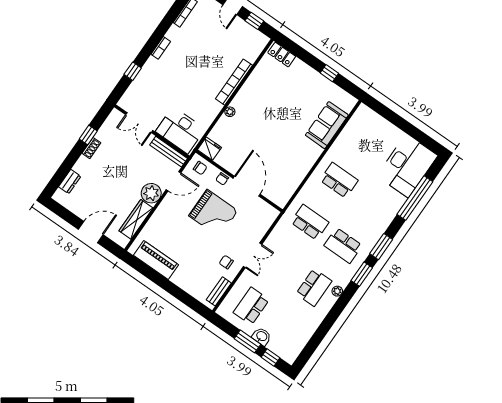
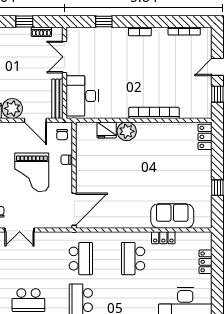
plant: (230, 112) -> (127, 131), width x1.88, depth x1.88
locker: (382, 124) -> (206, 262), added
locker: (339, 144) -> (163, 238), added
shoe rack: (91, 148) -> (41, 32), moved
fridge: (209, 149) -> (107, 130), moved, turned 90
school desk: (339, 180) -> (133, 259), turned 180
door: (247, 186) -> (74, 209), moved

